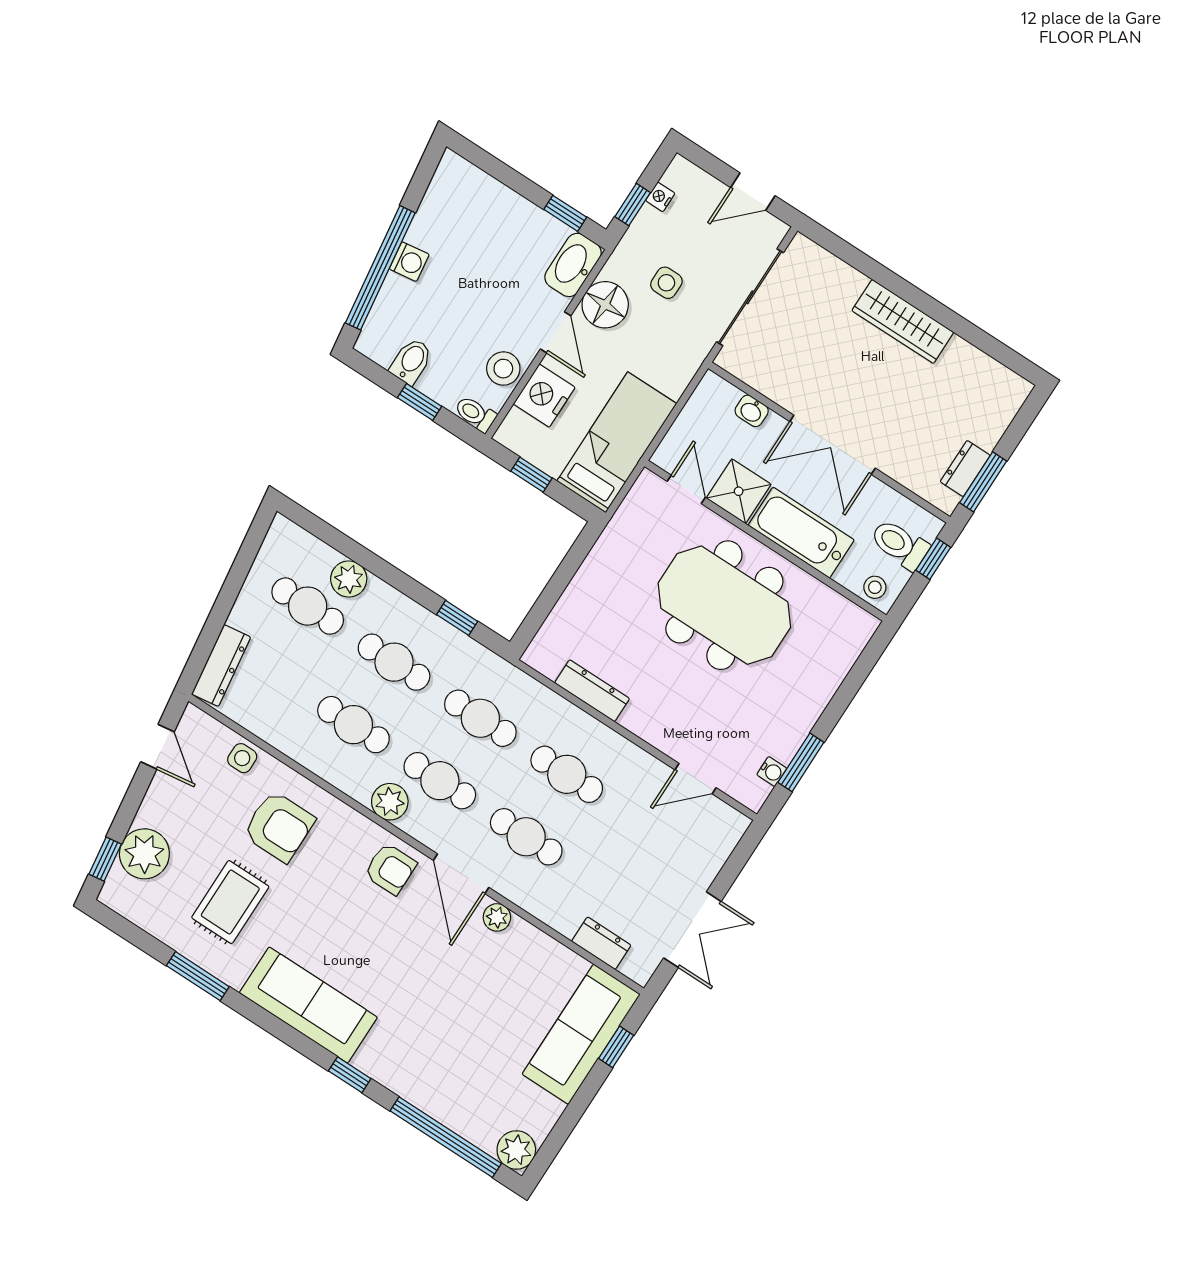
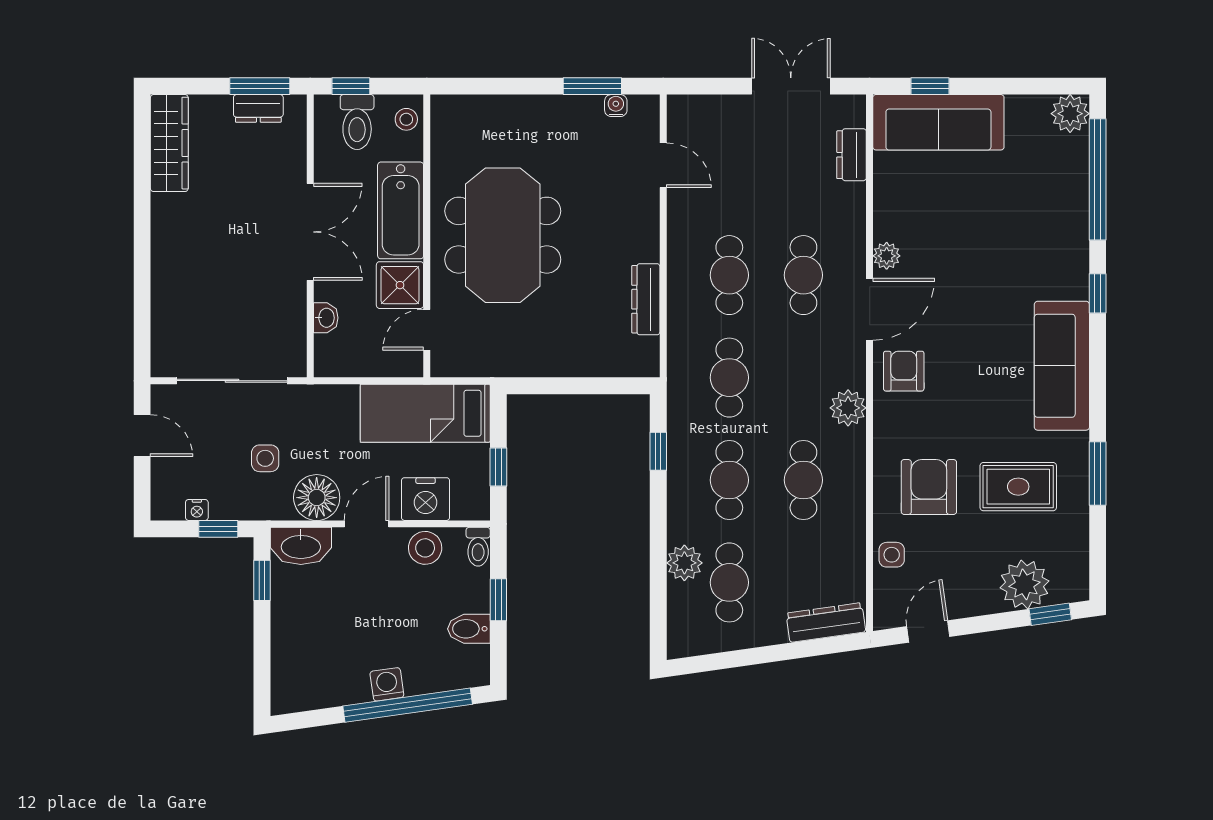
wardrobe: (903, 321) -> (169, 143), moved
cafe table: (440, 781) -> (803, 378), removed

